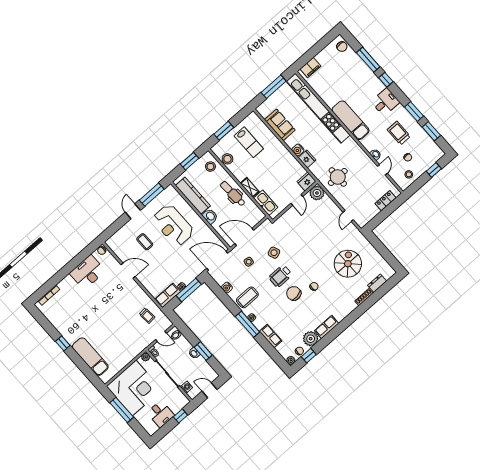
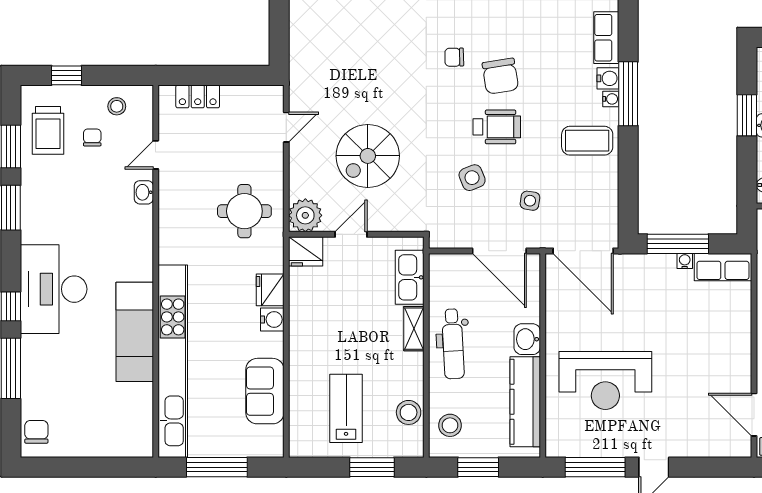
filing cabinet: (310, 68) -> (123, 444), removed
desk: (385, 102) -> (54, 289), width x1.87, depth x1.30
exam couch: (351, 120) -> (135, 332), moved
trolley: (399, 133) -> (48, 130), moved
reception desk: (173, 225) -> (605, 380), turned 90
coffee table: (145, 242) -> (680, 396), removed
spiral stairs: (348, 264) -> (368, 156), moved
door: (128, 271) -> (754, 415), moved
water cooler: (227, 288) -> (608, 78), moved

